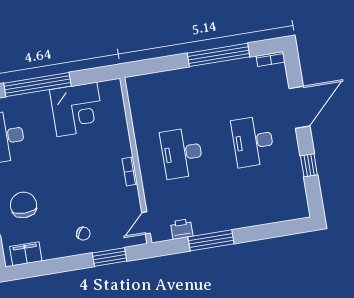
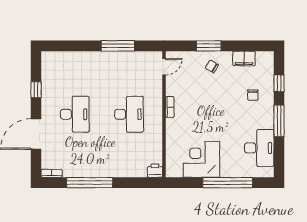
chair: (24, 205) -> (253, 95), width x0.54, depth x0.54
printer: (182, 229) -> (155, 171), moved, turned 180
filing cabinet: (26, 254) -> (244, 58), moved
window: (110, 257) -> (209, 46), moved

